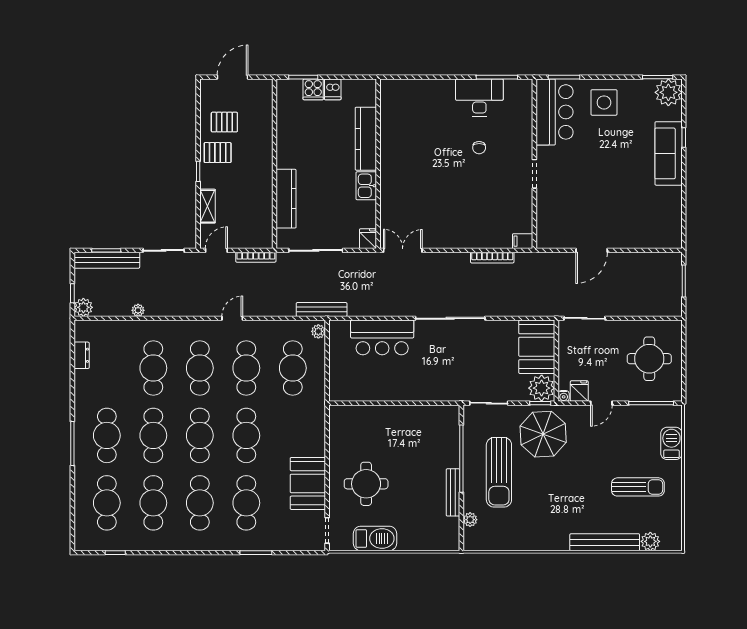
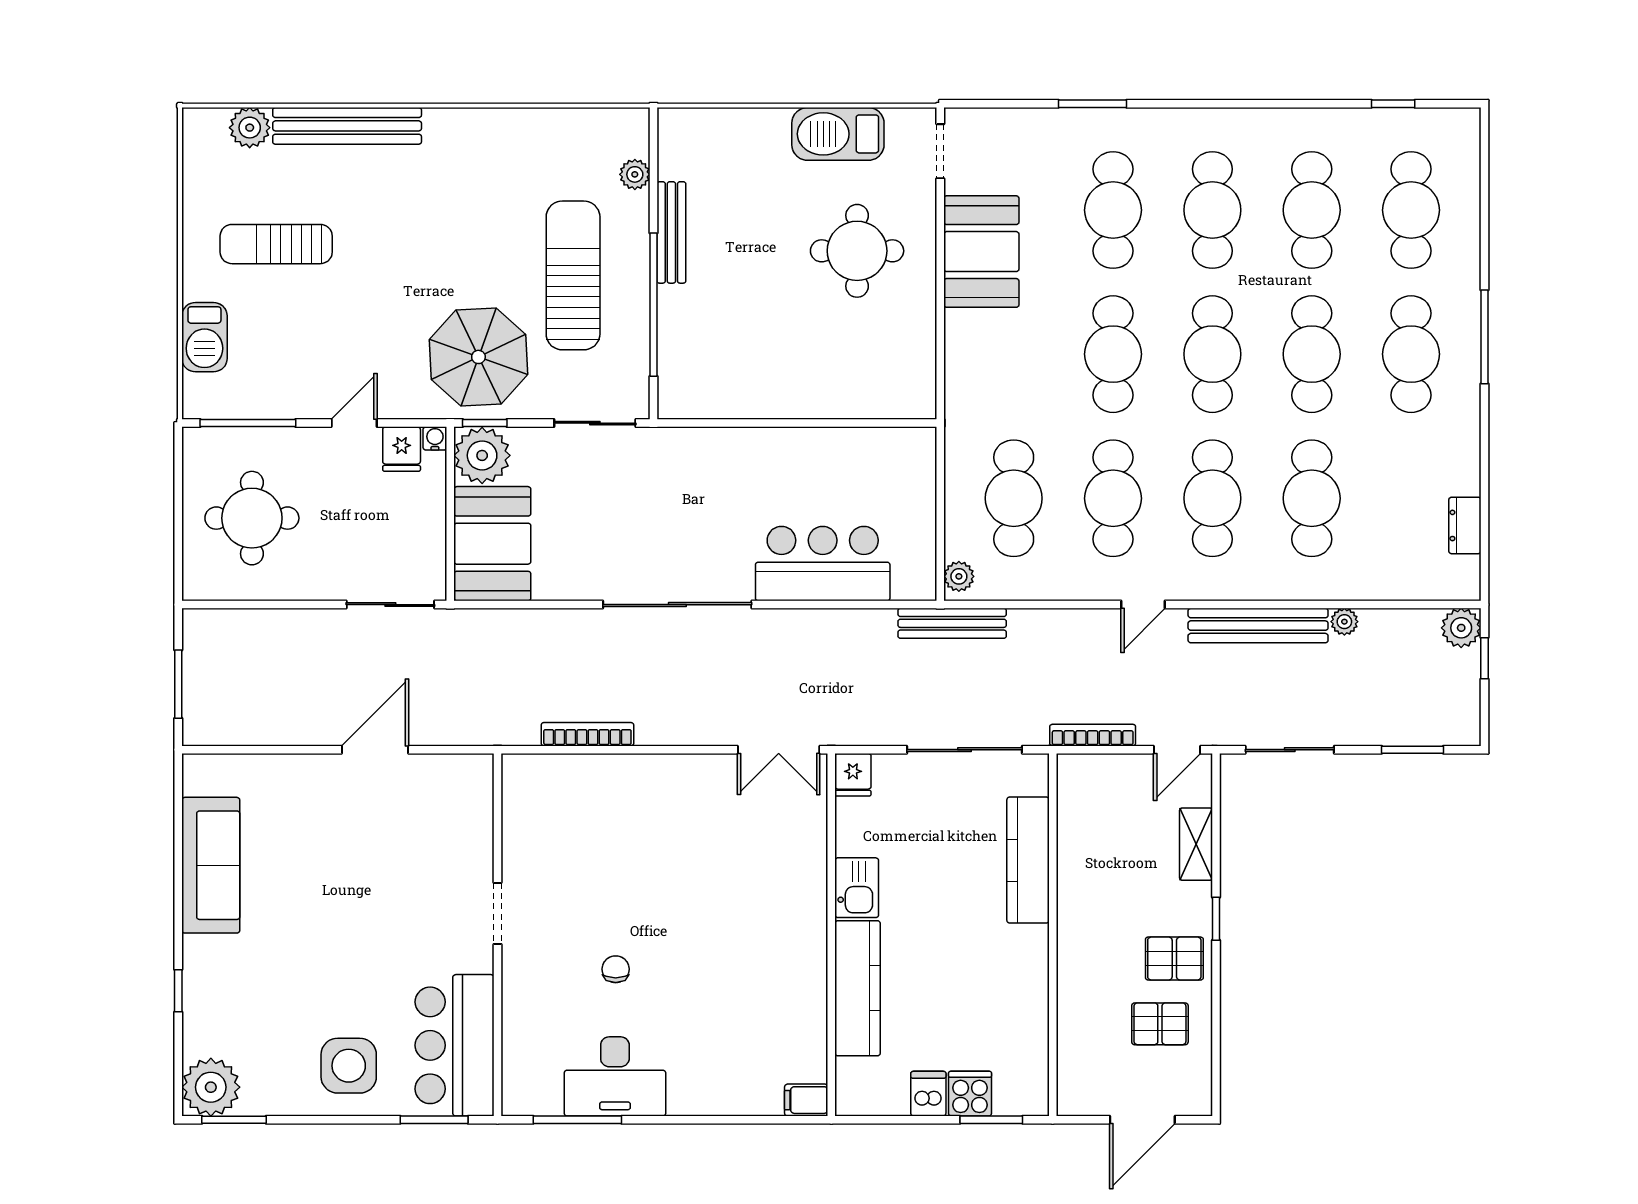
sofa: (669, 153) -> (211, 865), moved
filing cabinet: (523, 241) -> (806, 1100), moved, turned 180
bench: (107, 260) -> (1258, 626), moved

